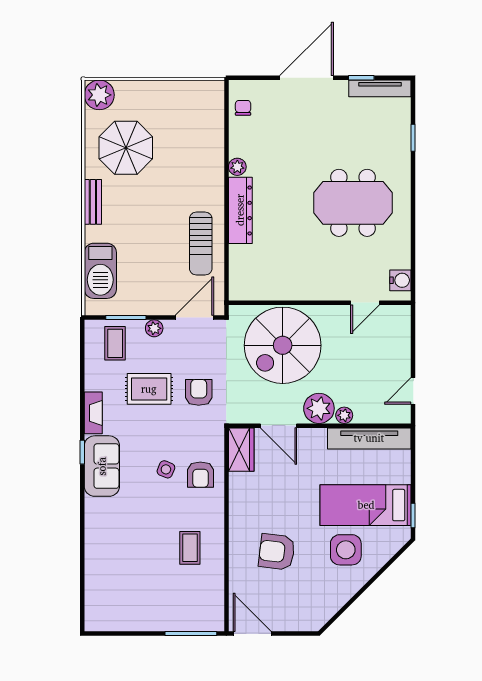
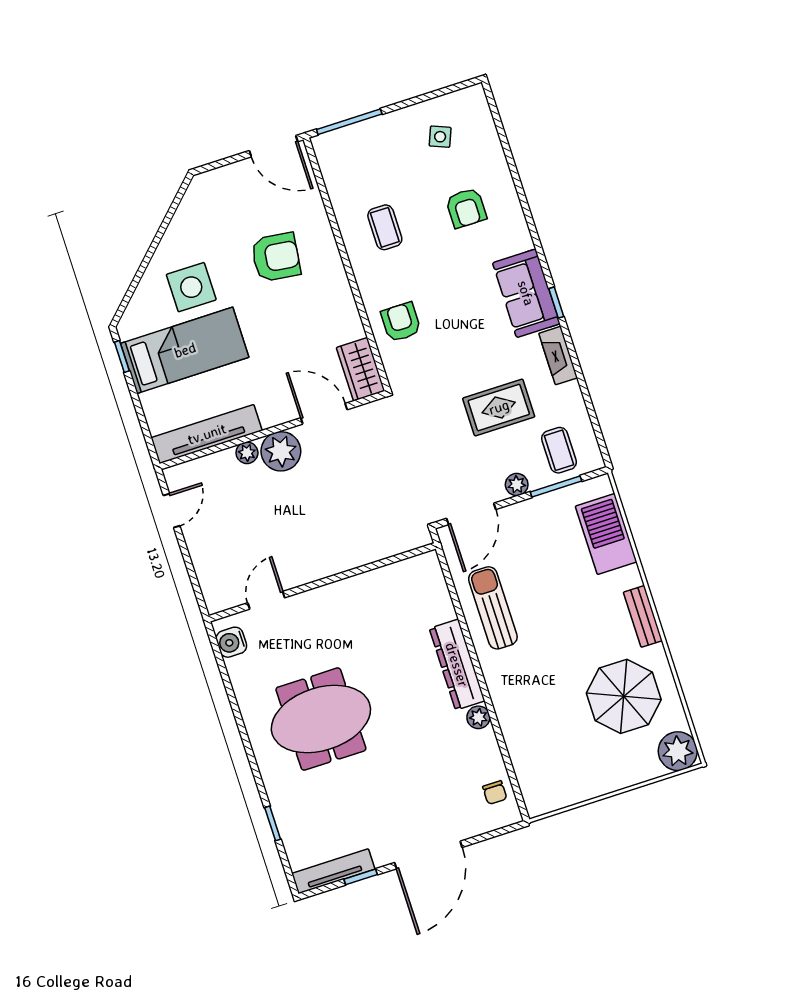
spiral stairs: (283, 345) -> (351, 515), removed
armchair: (199, 392) -> (466, 208), moved
side table: (166, 469) -> (440, 137), moved

